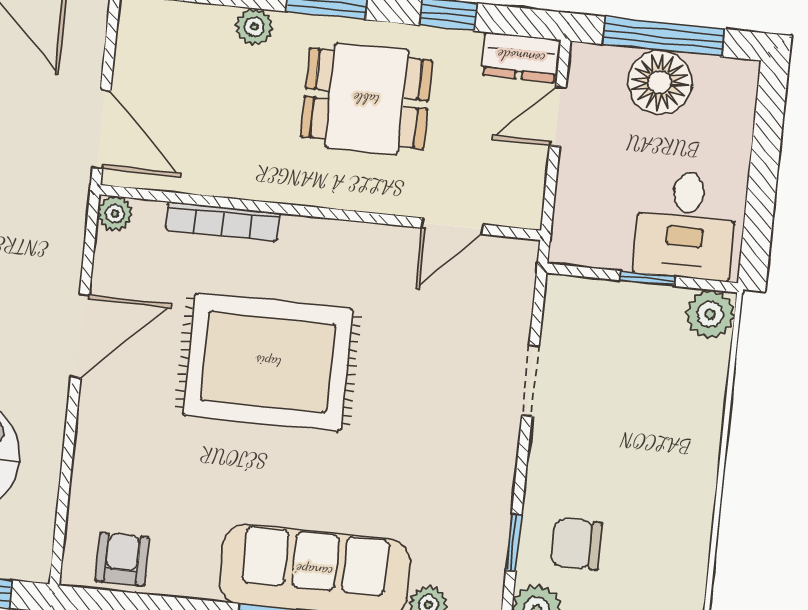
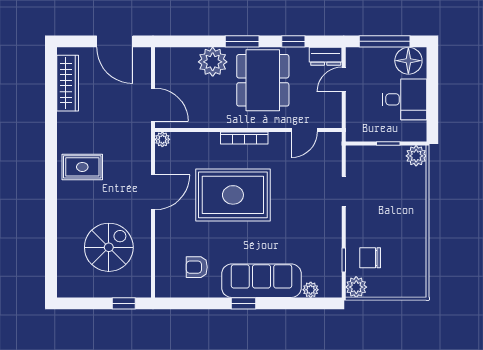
plant: (254, 27) -> (213, 62), width x1.87, depth x1.87
floor lamp: (660, 82) -> (408, 61), moved
dining table: (366, 99) -> (263, 80), width x1.38
bookcase: (223, 221) -> (244, 138), moved
desk: (686, 225) -> (404, 99), moved, turned -90
armchair: (122, 559) -> (197, 267), moved, turned -90

